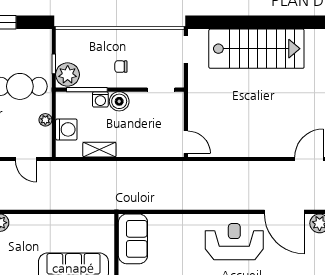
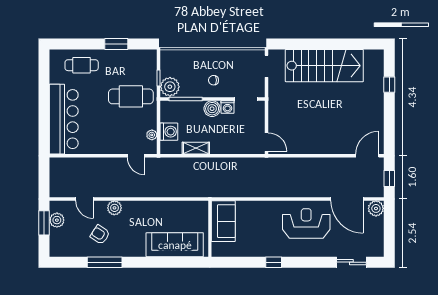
washing machine: (100, 99) -> (228, 107), moved
plant: (45, 120) -> (152, 135), moved

